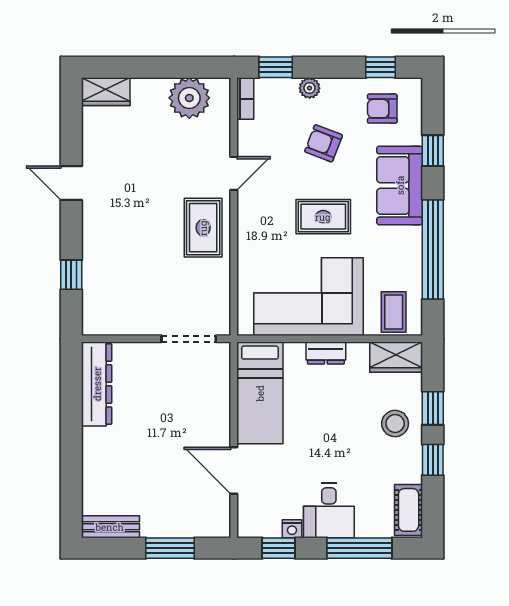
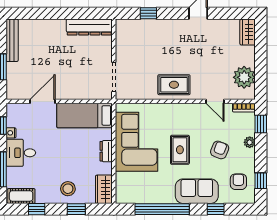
door: (234, 173) -> (215, 101), moved
coffee table: (394, 312) -> (128, 188), removed
window: (433, 460) -> (37, 209), moved
bench: (110, 527) -> (12, 40), width x1.36

